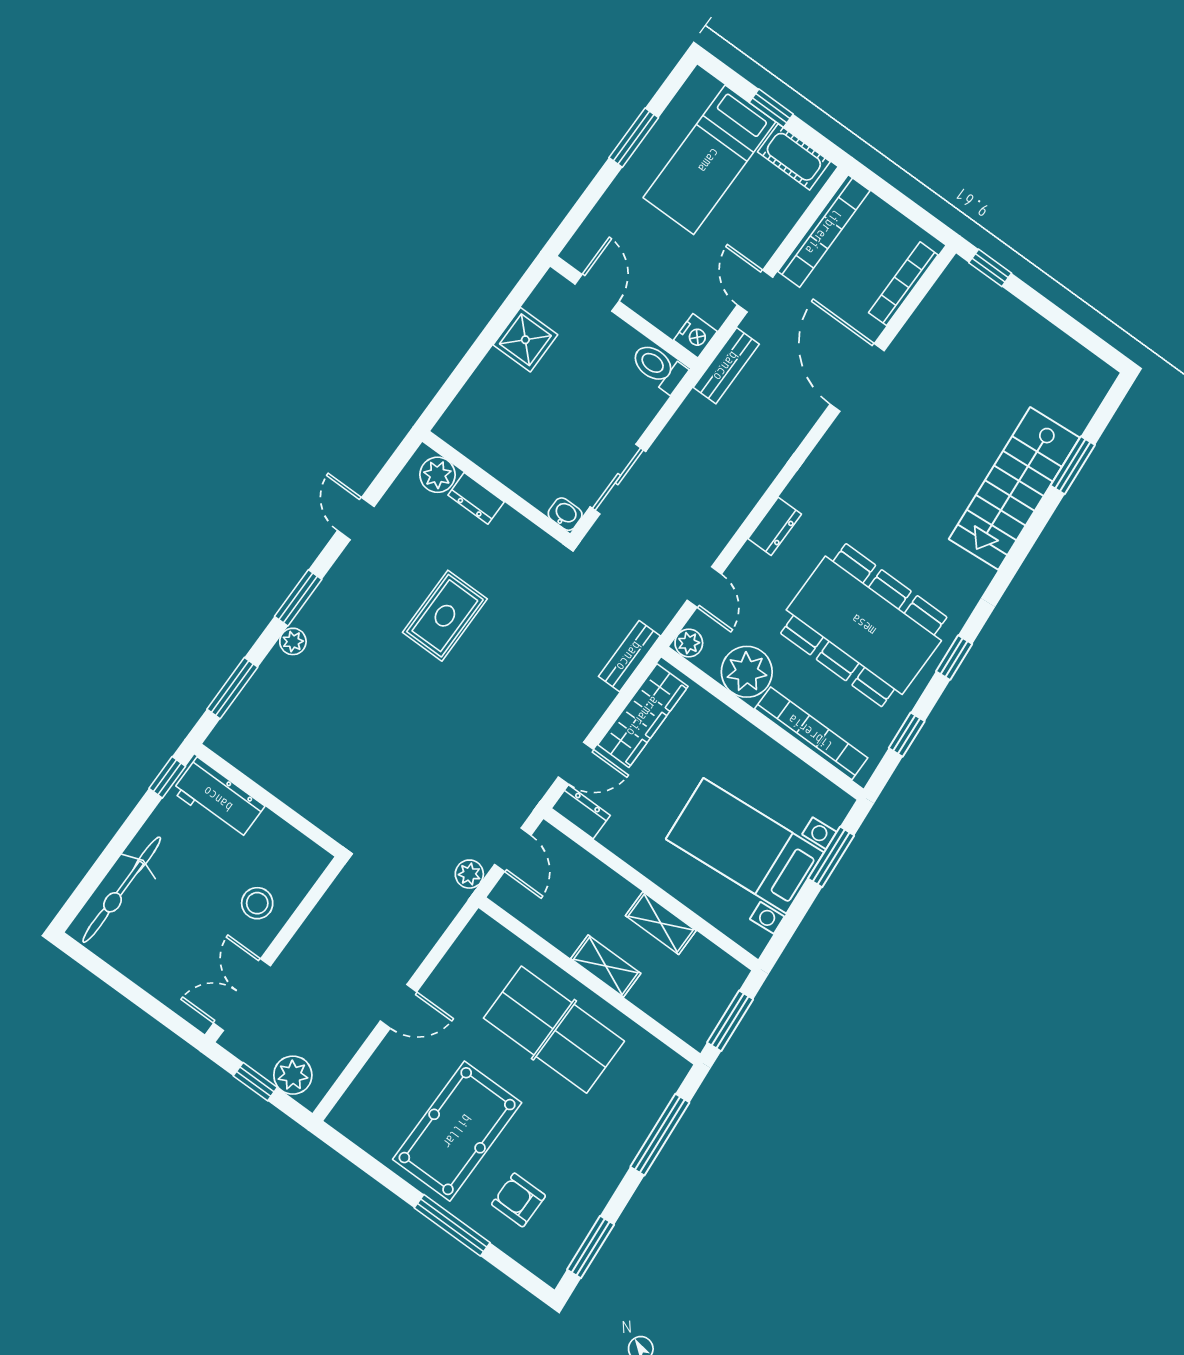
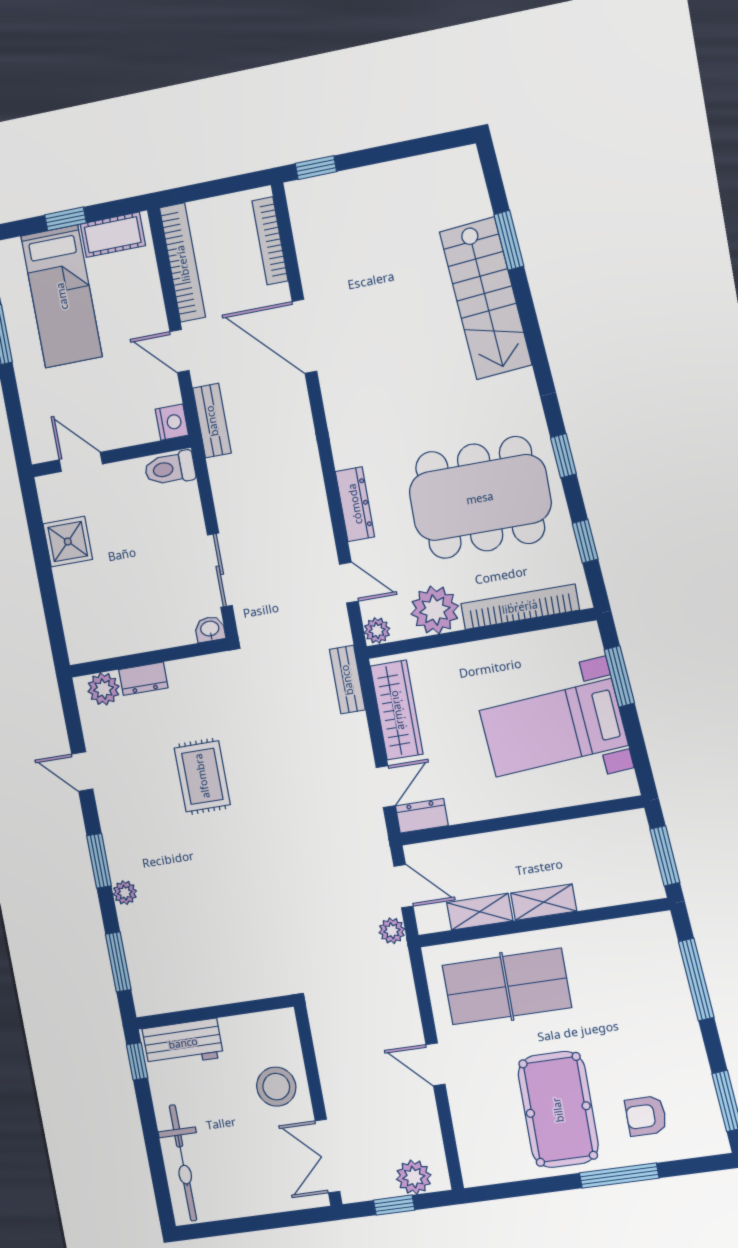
dresser: (775, 526) -> (355, 504), width x1.44
stool: (257, 903) -> (276, 1087), width x1.38, depth x1.38
shelving: (661, 923) -> (480, 912), moved
door: (399, 1006) -> (435, 1064), swing flipped
table tennis table: (554, 1030) -> (507, 986), moved

